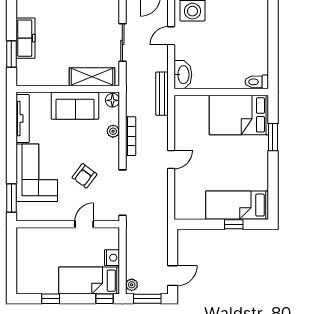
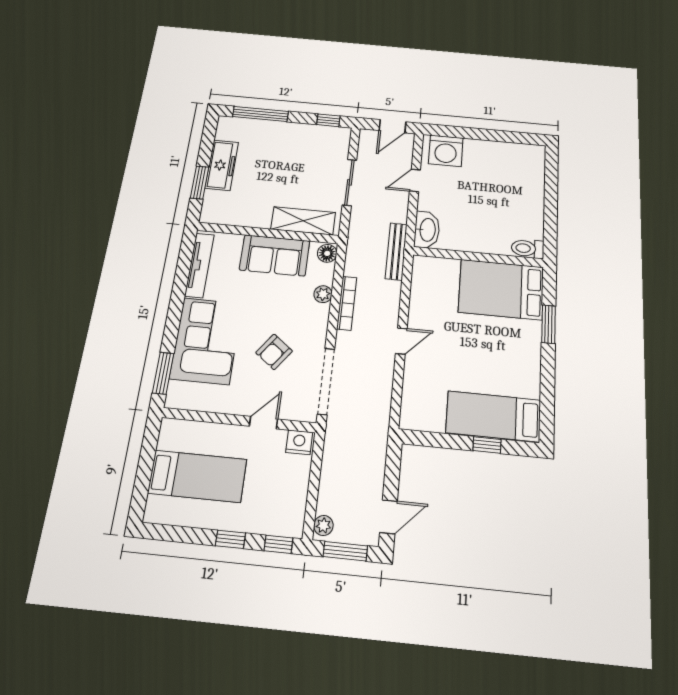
nightstand: (112, 258) -> (299, 442), moved, turned -90
bed: (89, 281) -> (197, 476), moved, turned 180
window: (51, 299) -> (230, 539), moved

